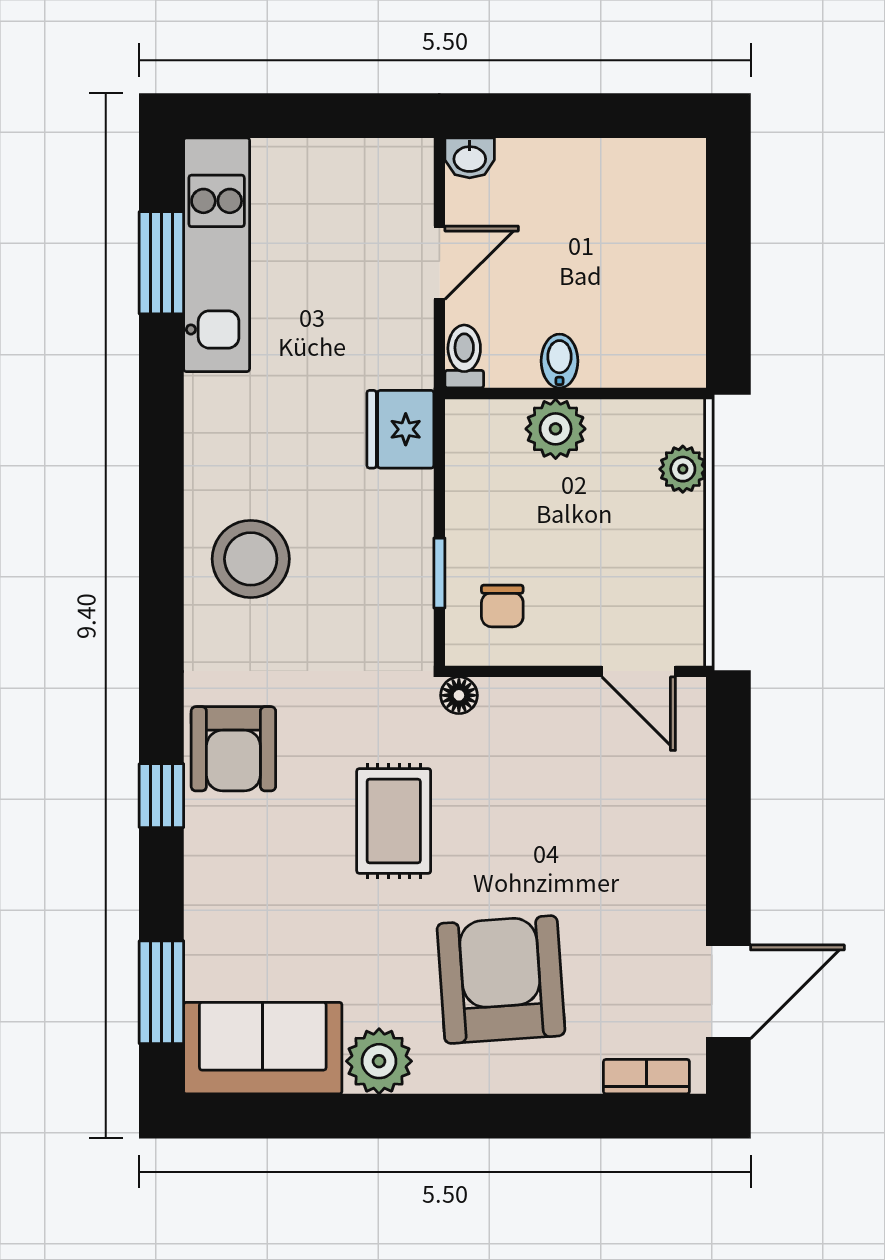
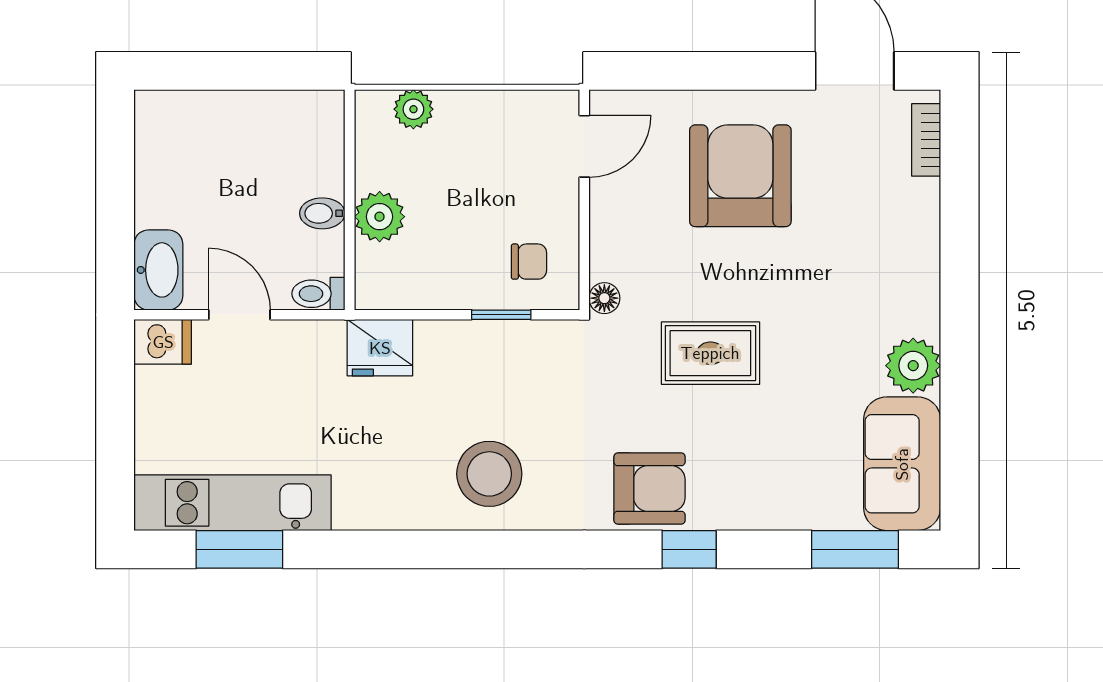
washbasin: (470, 158) -> (158, 270), width x1.91, depth x1.45
dishwasher: (407, 172) -> (163, 342), added
armchair: (501, 980) -> (740, 176), moved, turned 94

